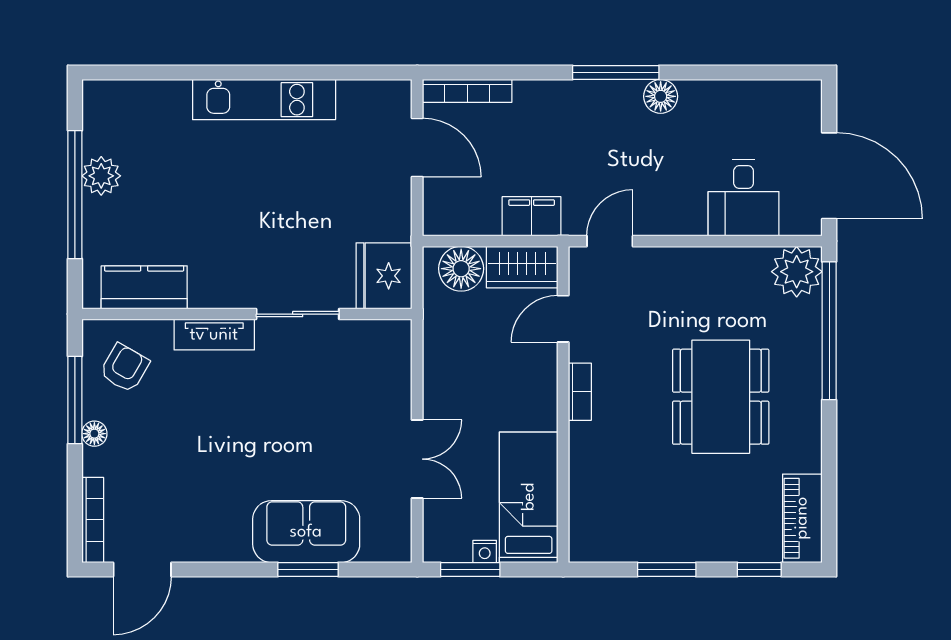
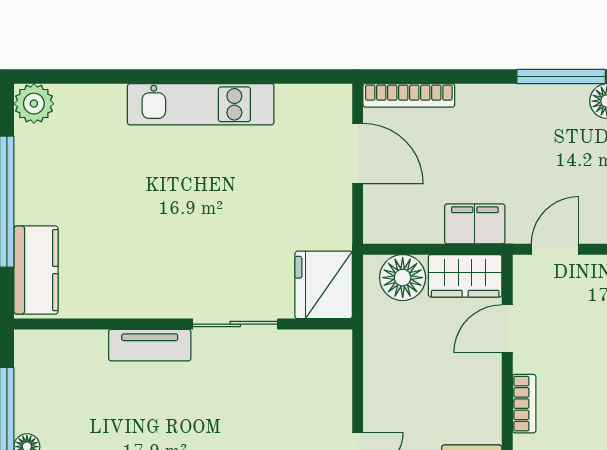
plant: (101, 176) -> (34, 104), moved
kitchen counter: (144, 287) -> (36, 270), moved, turned 90
armchair: (124, 368) -> (58, 379), removed

